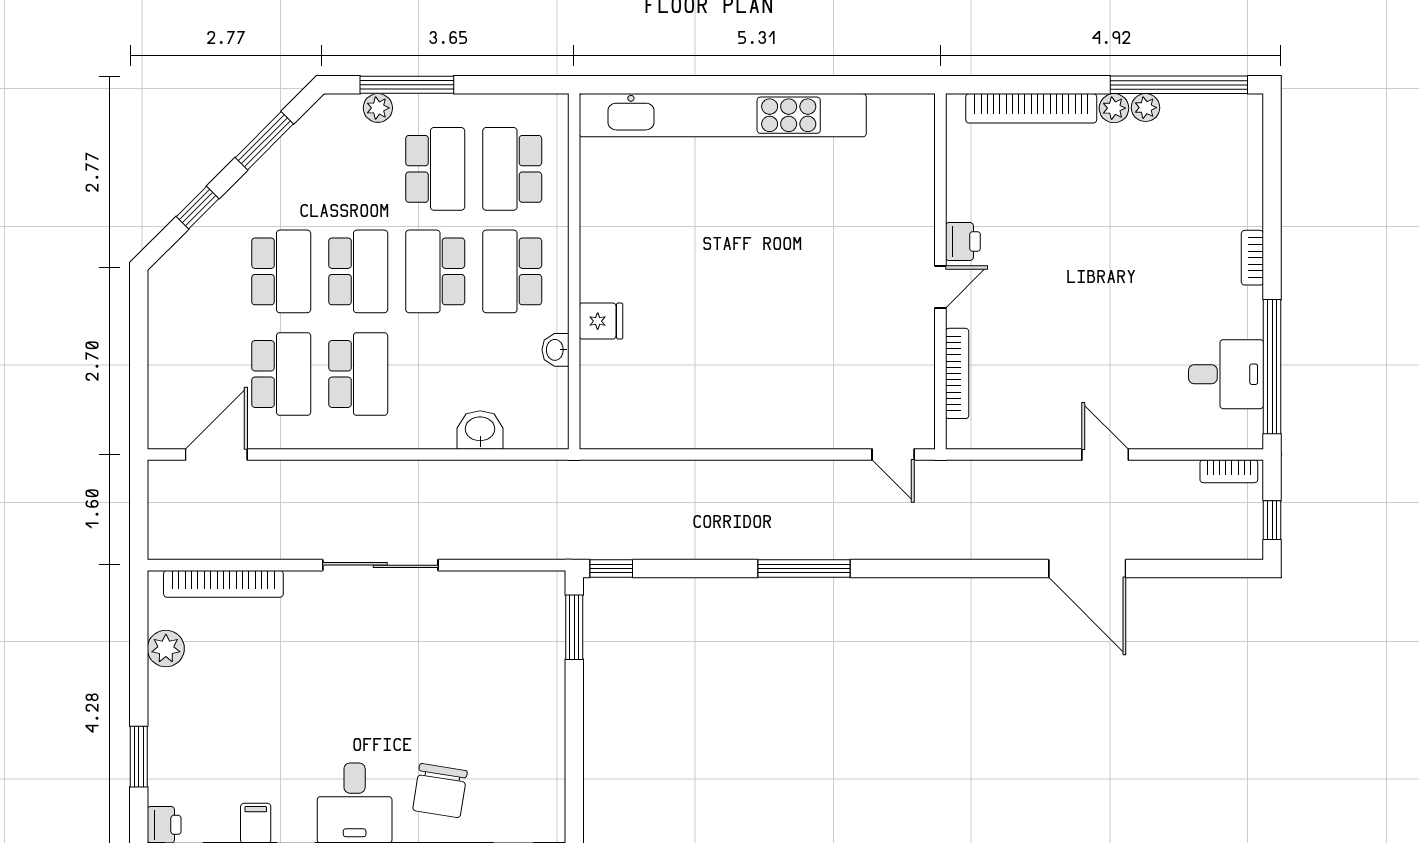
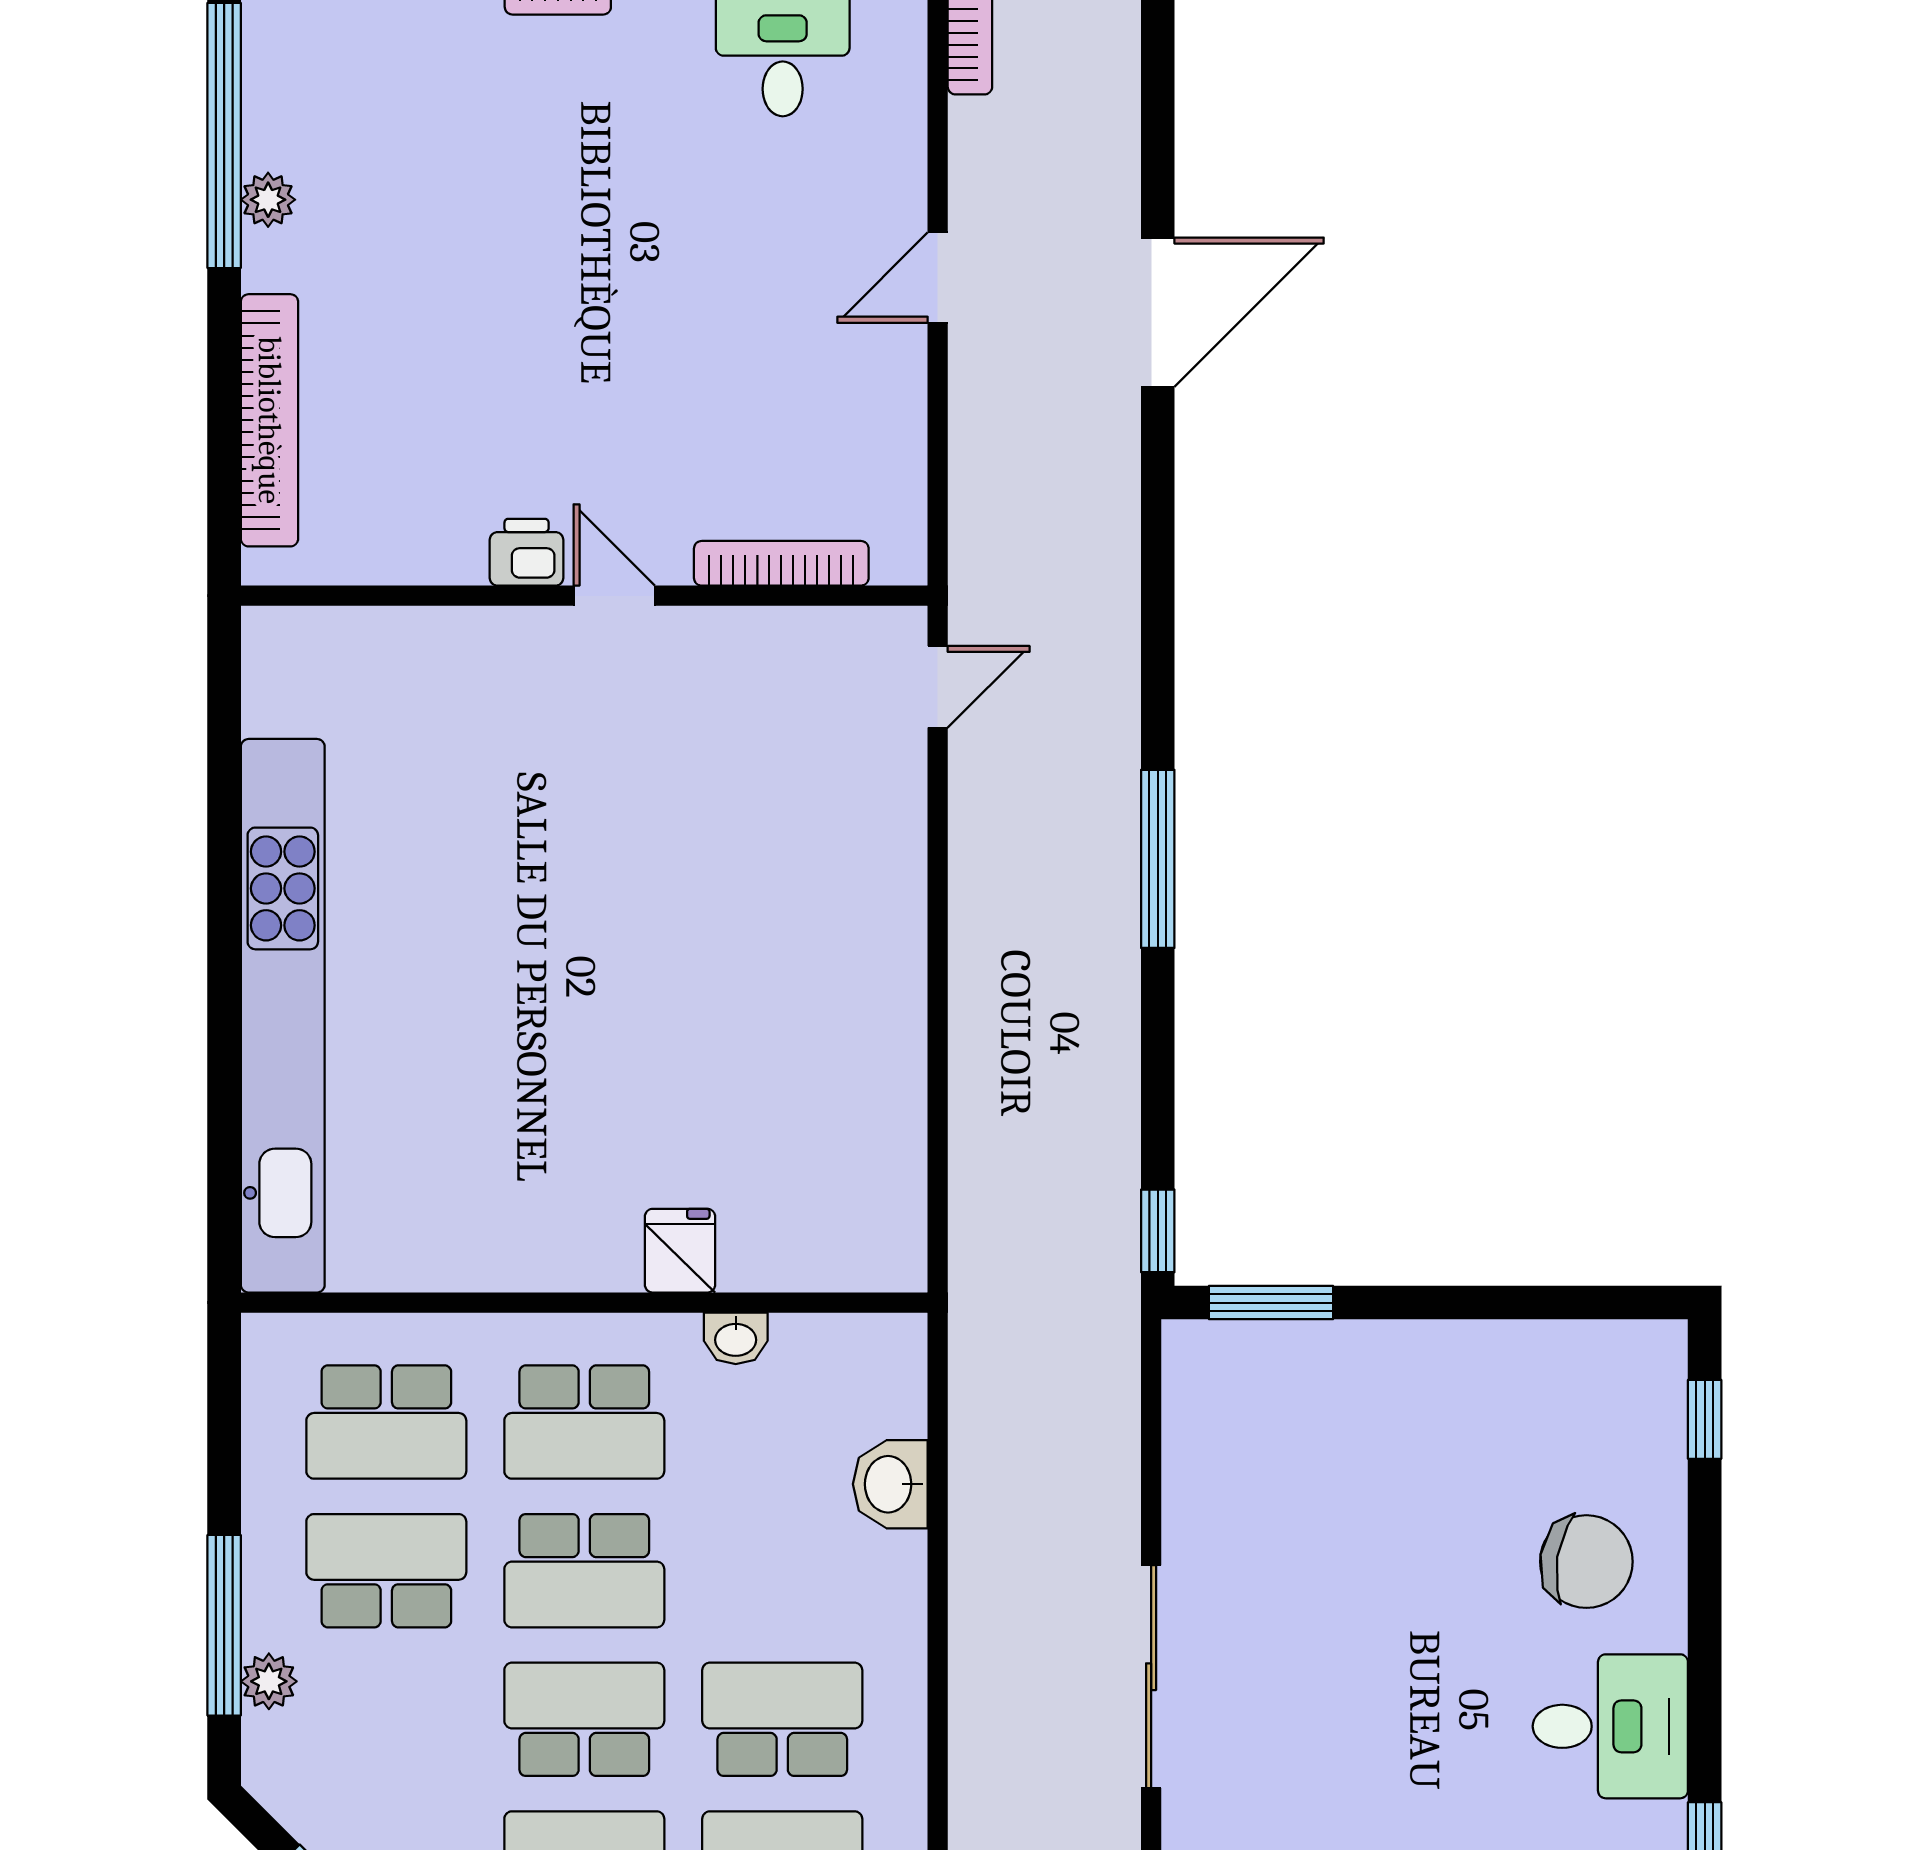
plant: (1114, 108) -> (269, 261), removed

